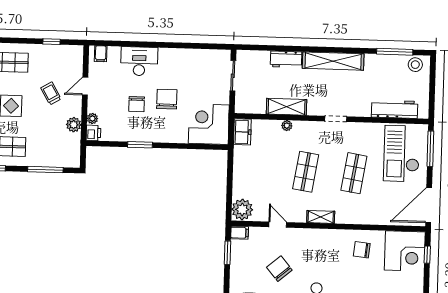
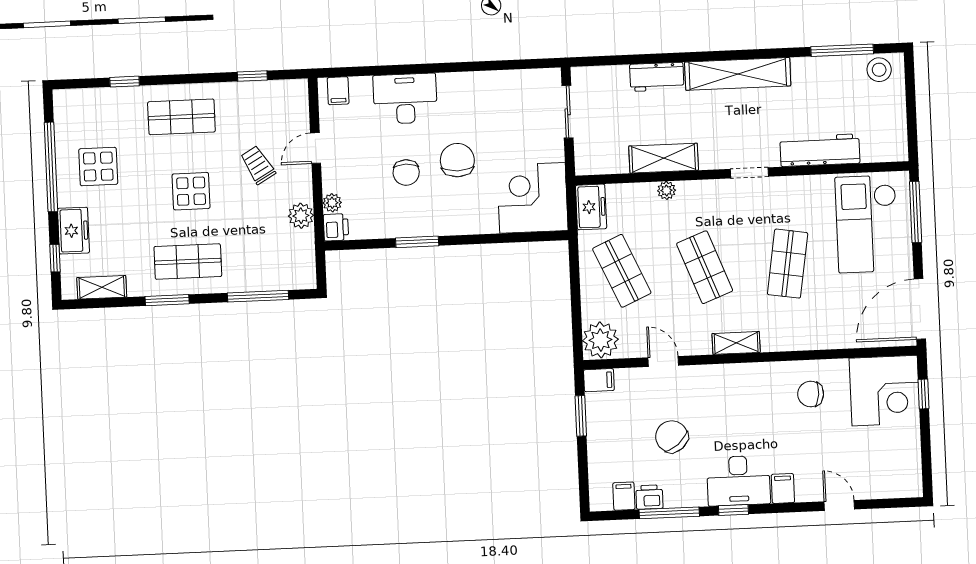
workbench: (395, 109) -> (820, 150), moved
shop shelf: (257, 170) -> (622, 271), added
shop shelf: (306, 172) -> (705, 267), turned -30

